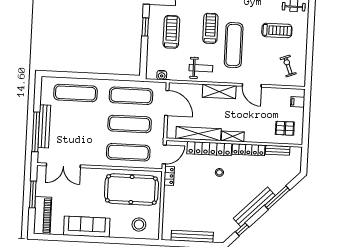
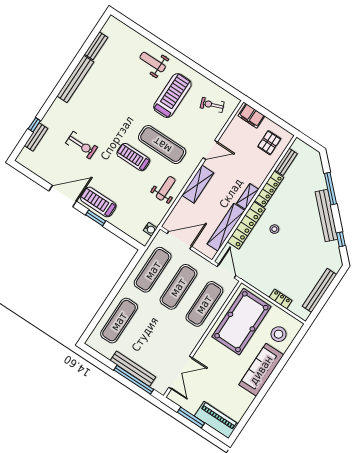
treadmill: (277, 30) -> (172, 96), width x1.37, depth x1.38
treadmill: (171, 32) -> (98, 202), moved
filing cabinet: (298, 102) -> (251, 116), width x2.00
locker: (169, 176) -> (281, 299), moved
sofa: (87, 227) -> (261, 370), moved

